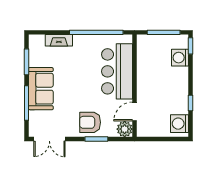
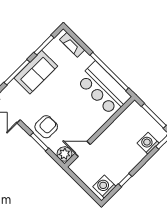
fireplace: (59, 40) -> (72, 45), moved
bar counter: (117, 71) -> (104, 89), moved, turned -90
armchair: (90, 122) -> (46, 127), turned 90

